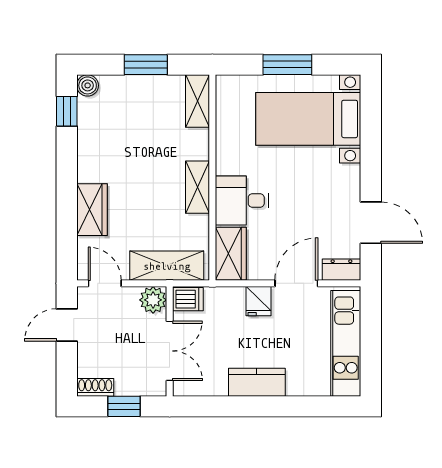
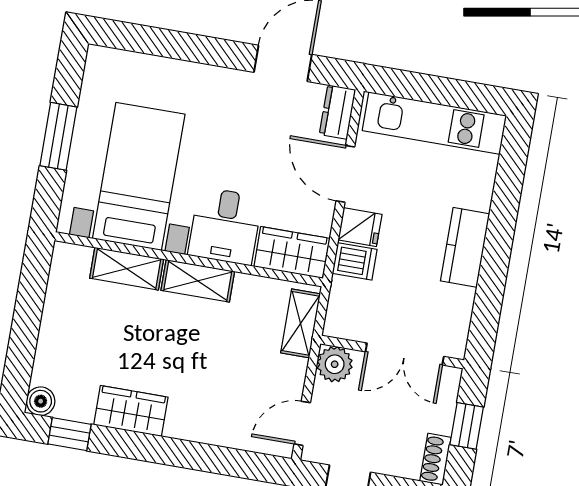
window: (146, 65) -> (27, 321), removed
shelving: (198, 101) -> (127, 269), moved
bed with nightstands: (308, 119) -> (139, 176), moved, turned 180
wardrobe: (92, 210) -> (131, 411), moved
shelving: (167, 266) -> (301, 323), width x0.67, depth x0.75
dishwasher: (188, 299) -> (355, 261), moved, turned 90
double door: (170, 351) -> (405, 354), swing flipped

